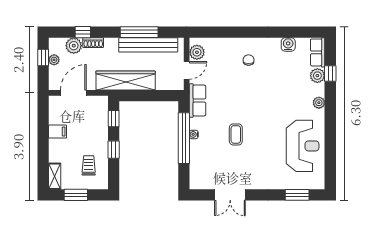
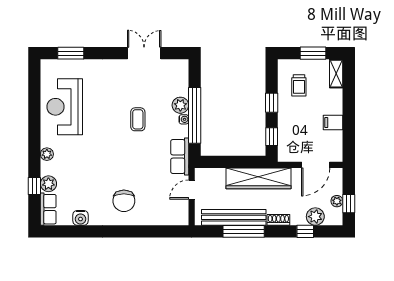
shoe rack: (93, 43) -> (278, 220), moved
plant: (197, 52) -> (180, 105), moved
chair: (249, 60) -> (124, 201), width x1.87, depth x1.87

